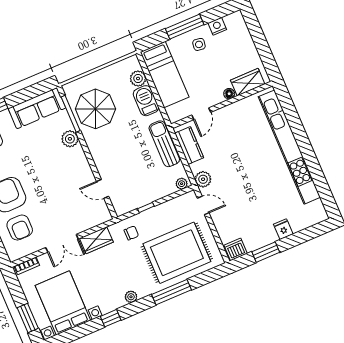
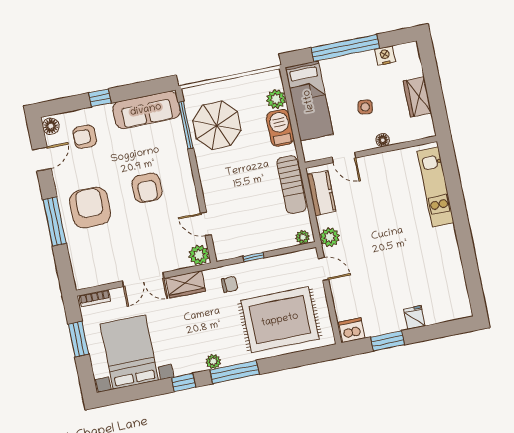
window: (185, 27) -> (345, 48), width x1.46
side table: (199, 44) -> (365, 107), moved
wardrobe: (248, 82) -> (417, 97), moved, turned -90
door: (201, 114) -> (344, 157), hinge flipped
plant: (70, 139) -> (199, 255), moved
sun lounger: (164, 144) -> (292, 185), turned 180
kitchen unit: (289, 147) -> (435, 187), width x0.54
armchair: (20, 228) -> (147, 188), moved
window: (172, 292) -> (234, 372), moved
window: (28, 318) -> (78, 339), moved

